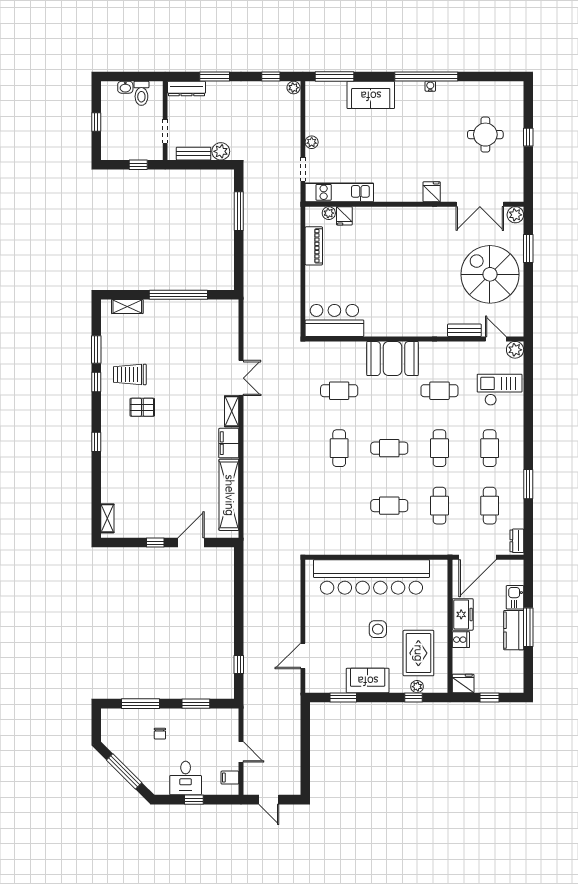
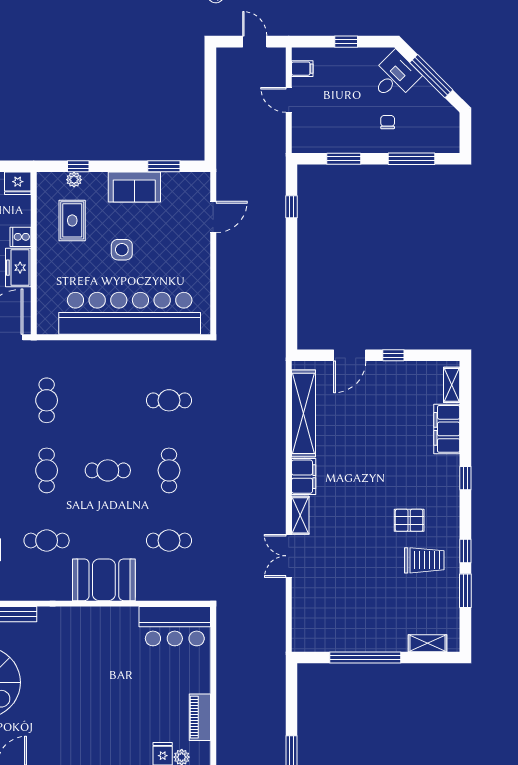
filing cabinet: (111, 482) -> (447, 429), added
cafe table: (389, 506) -> (169, 400), moved
rug: (418, 653) -> (72, 220), width x0.73, depth x0.70
desk: (186, 778) -> (394, 77), moved, turned 45

